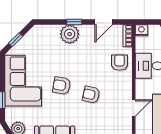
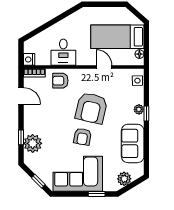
window: (74, 22) -> (21, 137), moved
plant: (70, 34) -> (33, 143), moved
armchair: (91, 95) -> (91, 108), width x1.88, depth x1.88

